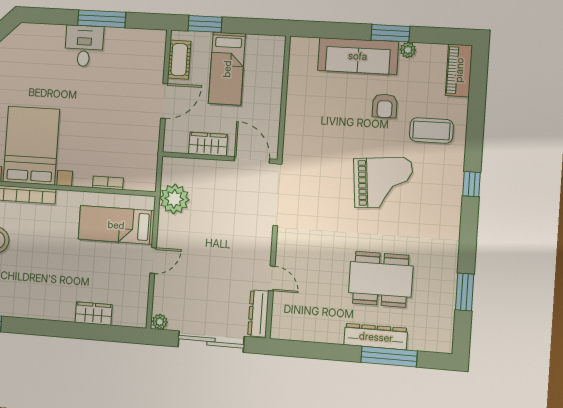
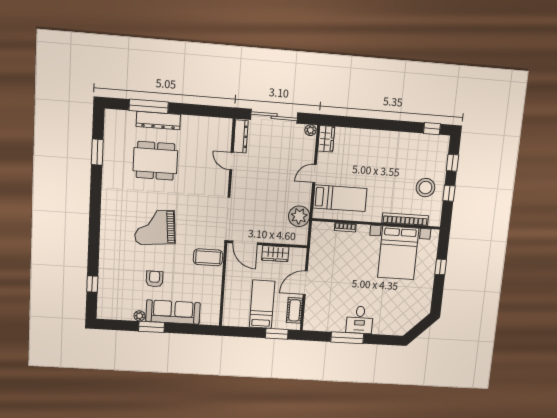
piano: (459, 70) -> (105, 302), removed
coffee table: (431, 130) -> (208, 257), moved
window: (472, 184) -> (92, 284), moved
wardrobe: (94, 314) -> (326, 139), moved, turned -90

